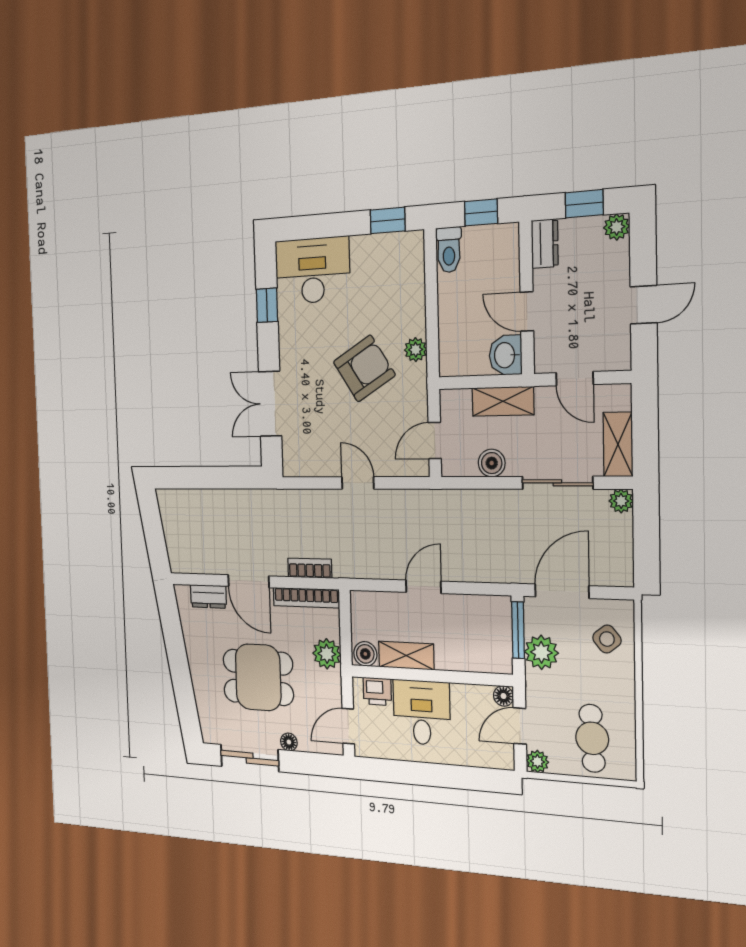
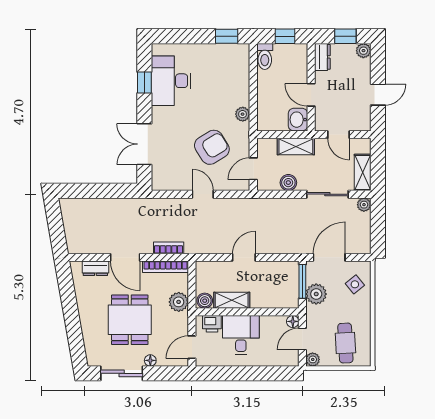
desk: (312, 270) -> (171, 81), moved, turned -90
armchair: (364, 368) -> (212, 147), moved
dining table: (258, 677) -> (130, 320), turned 90

